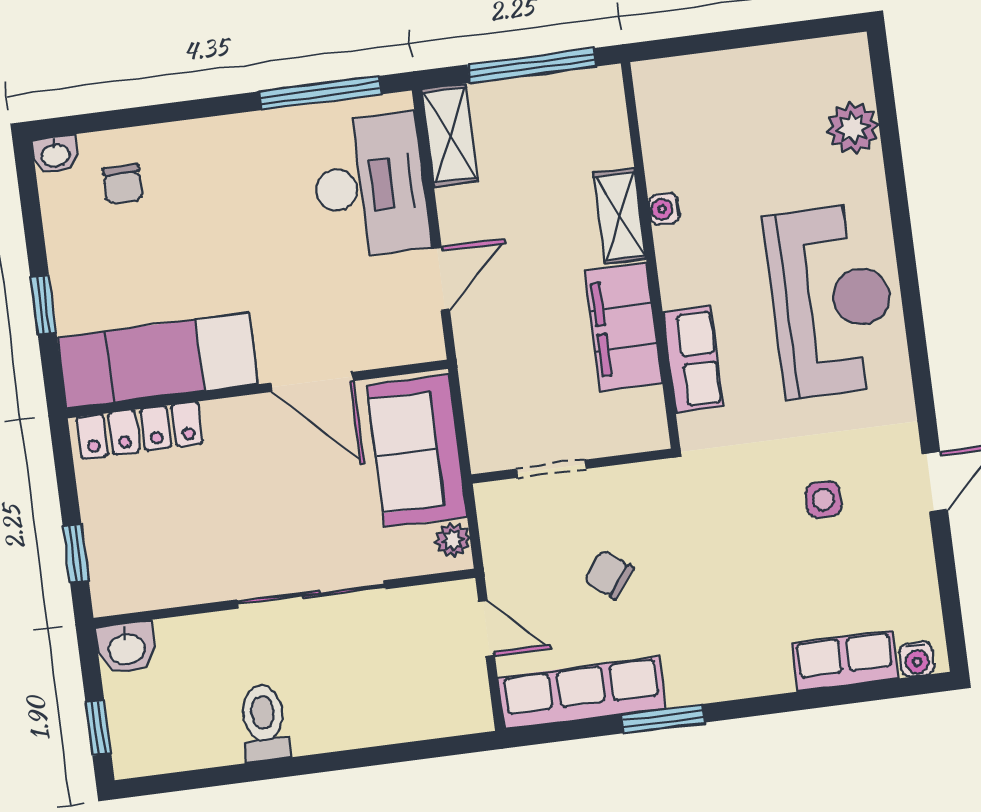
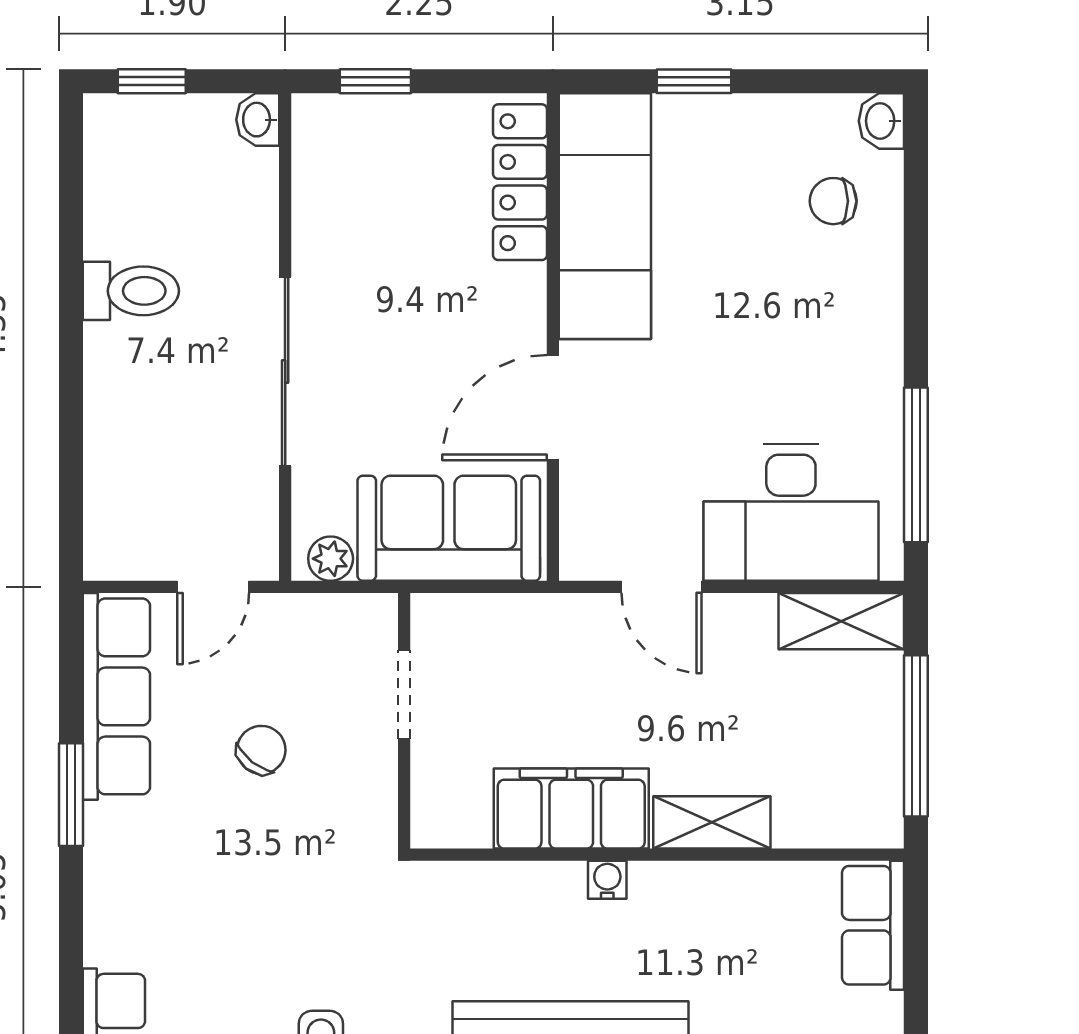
water cooler: (664, 209) -> (607, 880), moved
row of seats: (693, 359) -> (873, 925), moved, turned 90
washbasin: (126, 648) -> (258, 120), width x0.72, depth x0.69

